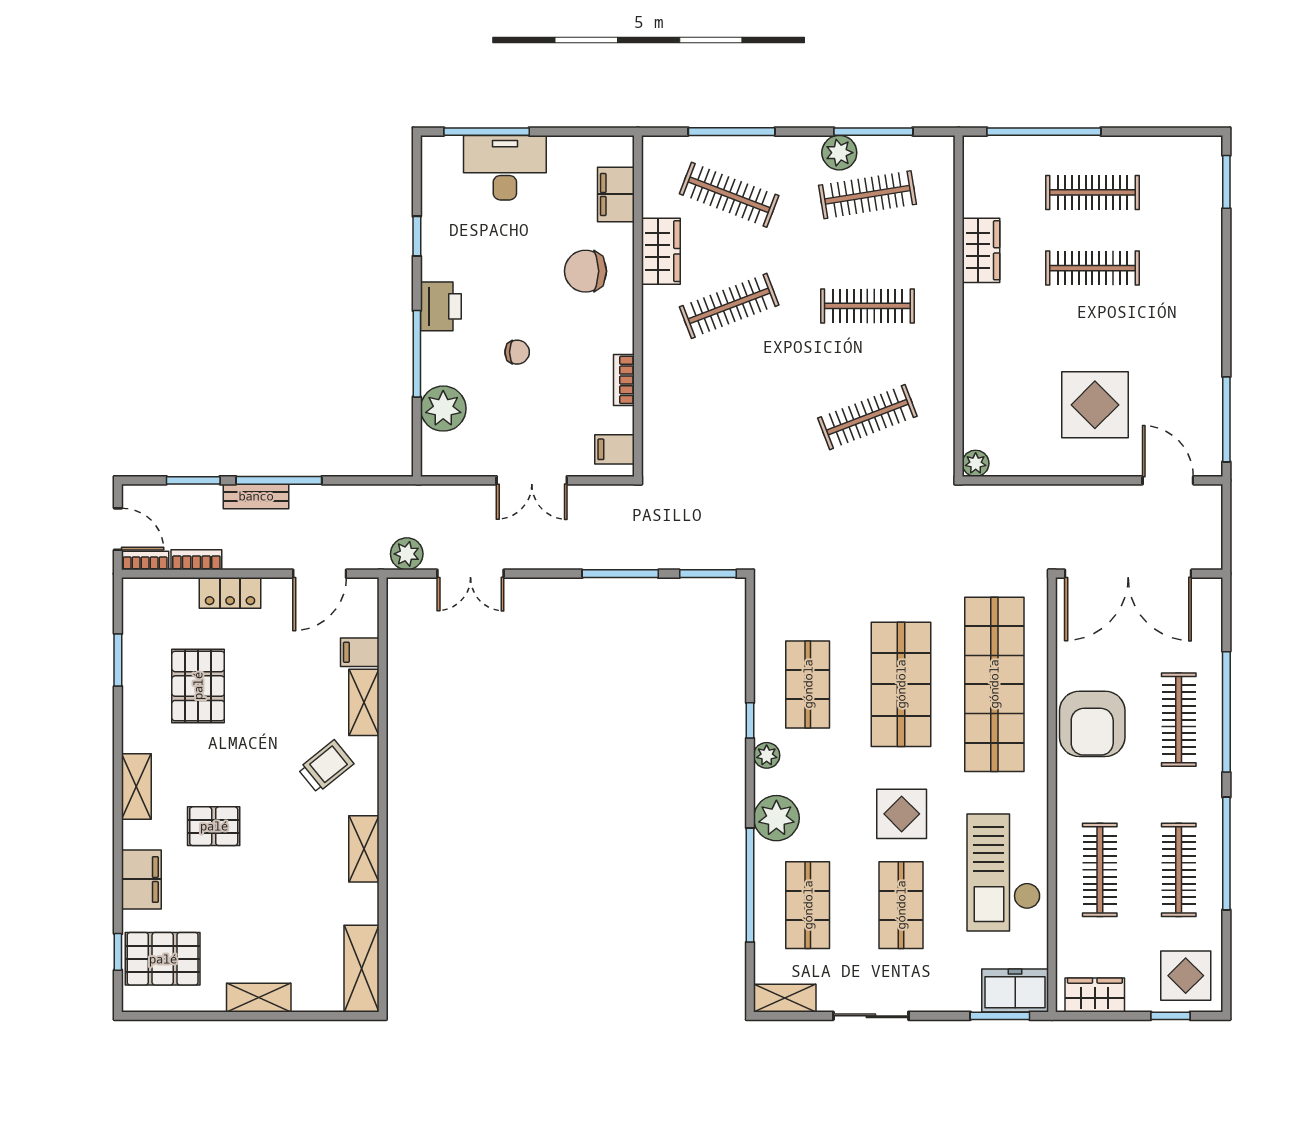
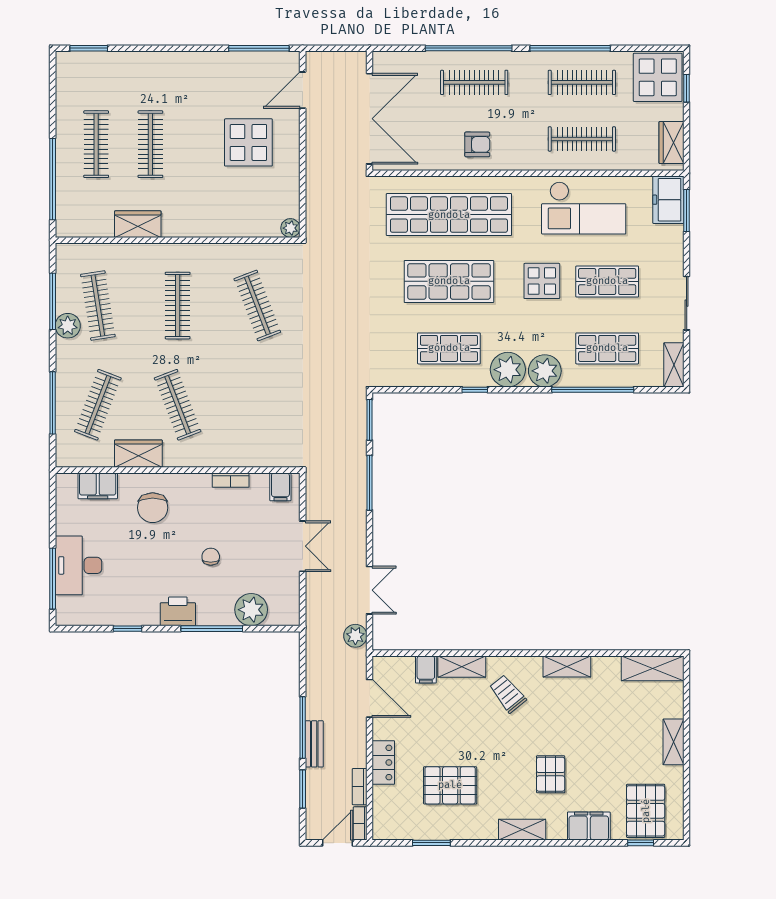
armchair: (1092, 724) -> (477, 144), width x0.53, depth x0.53
plant: (767, 755) -> (508, 370), width x1.87, depth x1.87
display table: (1186, 976) -> (658, 77), width x1.36, depth x1.36

